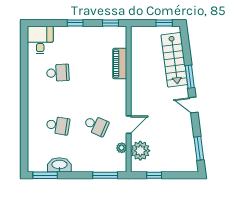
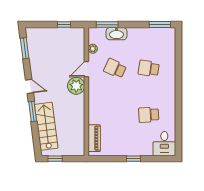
window: (111, 23) -> (102, 159), removed
piano: (120, 64) -> (94, 138), moved
plant: (140, 151) -> (76, 86), moved
washbasin: (59, 165) -> (116, 34), moved

